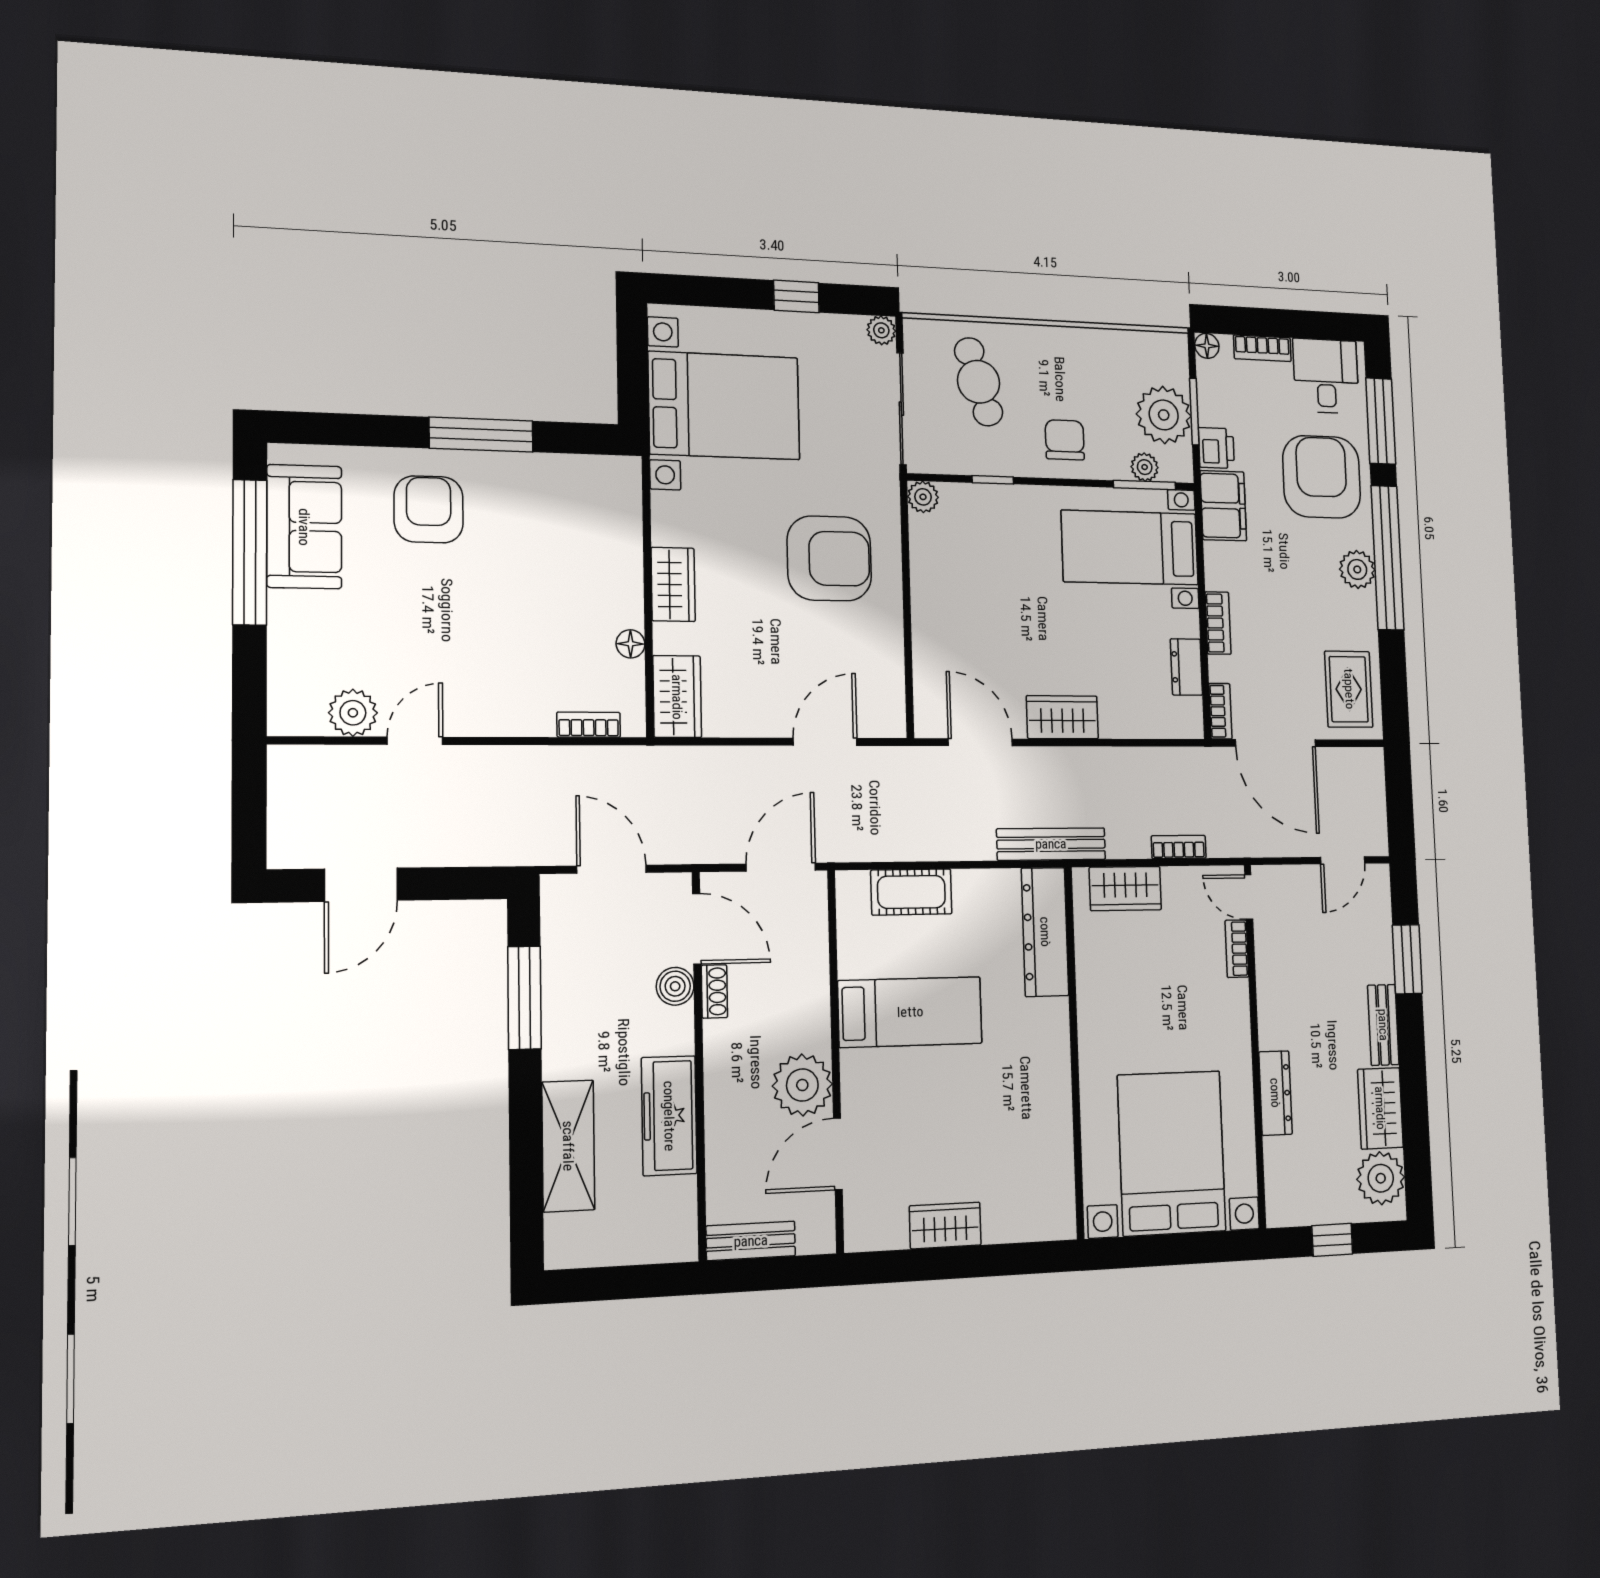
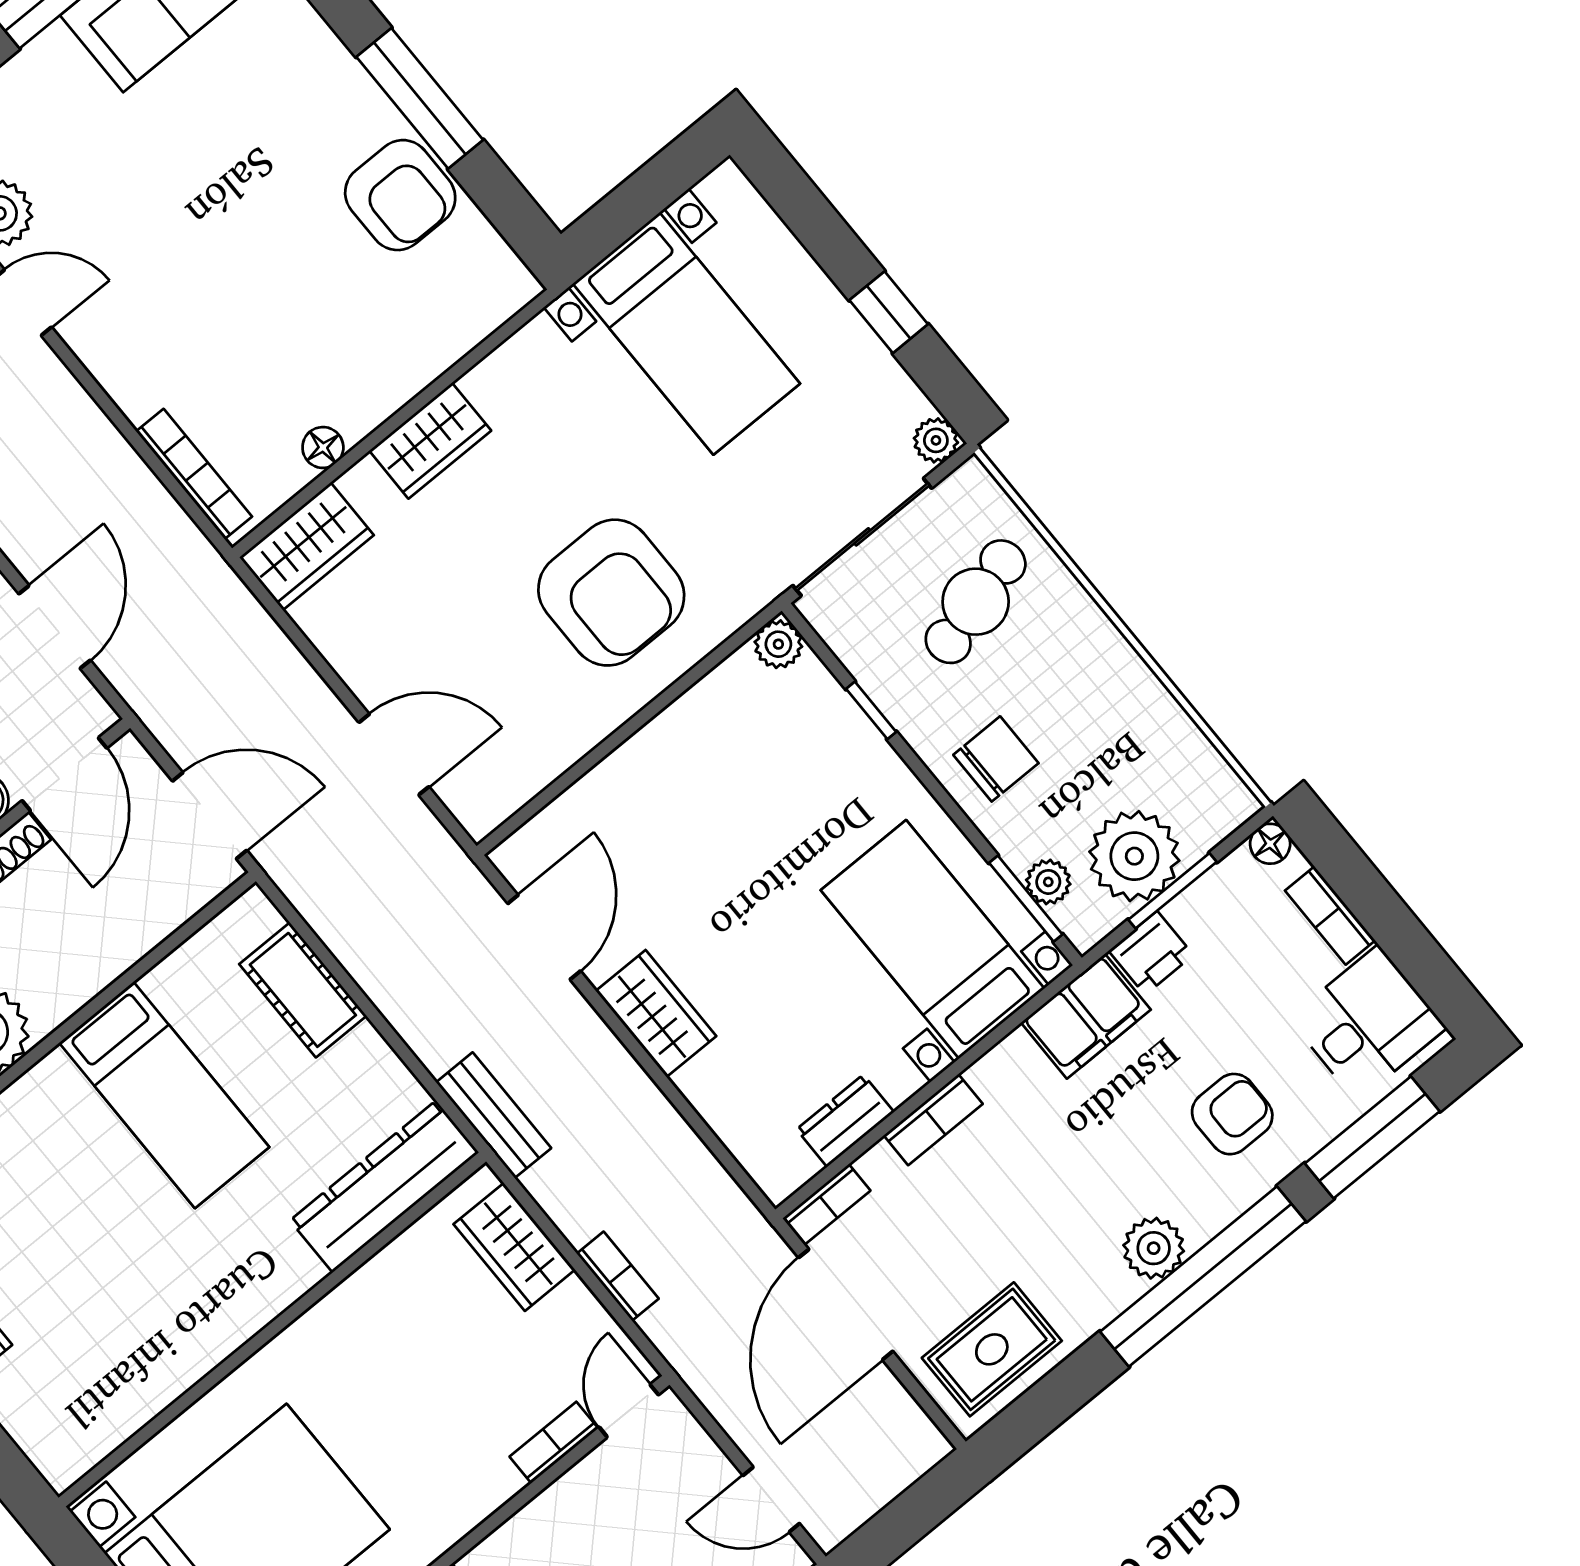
bed with nightstands: (724, 406) -> (686, 334), width x0.73
armchair: (1322, 477) -> (1232, 1114), width x0.53, depth x0.53
armchair: (429, 509) -> (400, 195), moved, turned 90
bookcase: (589, 725) -> (194, 474), width x1.56
bench: (1051, 844) -> (494, 1115), width x0.73

